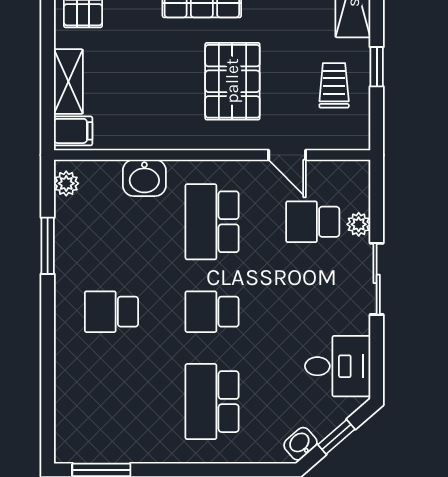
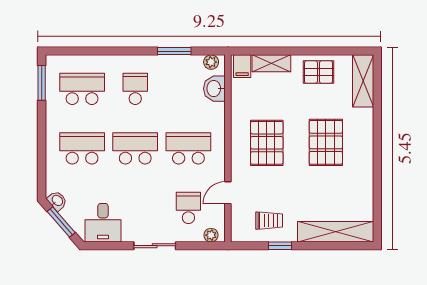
pallet: (232, 81) -> (267, 143), moved, turned 90
washbasin: (144, 178) -> (214, 89), moved
plant: (359, 224) -> (211, 235), moved
school desk: (212, 312) -> (135, 148), width x1.85
school desk: (111, 402) -> (82, 89), added
window: (336, 437) -> (61, 222), width x1.50

